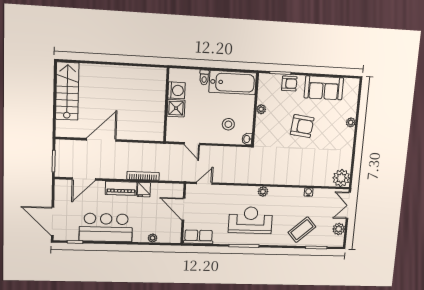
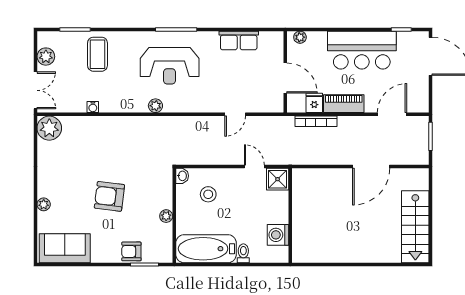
sofa: (324, 88) -> (65, 248), moved
shower: (176, 108) -> (278, 179), moved
door: (184, 209) -> (285, 78), moved
wall: (183, 214) -> (285, 72), moved
coffee table: (302, 230) -> (97, 54), turned -48

